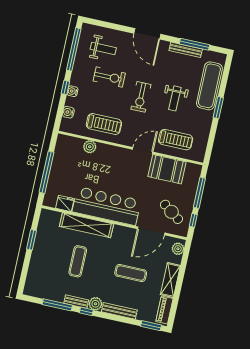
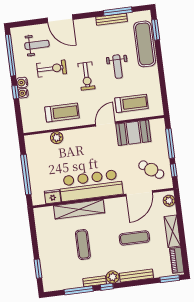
door: (147, 34) -> (60, 19), moved
window: (218, 108) -> (156, 30), moved
water cooler: (68, 112) -> (22, 82), moved
window: (32, 240) -> (38, 269), moved

